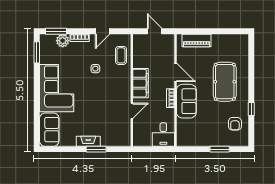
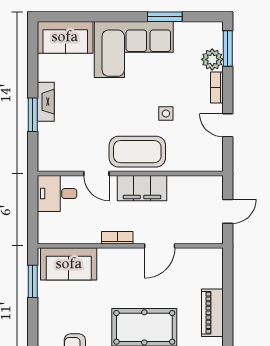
piano: (196, 41) -> (212, 313), moved
window: (37, 52) -> (165, 17), moved
coffee table: (121, 55) -> (137, 152), moved, width x1.86, depth x1.72
sofa: (186, 101) -> (69, 264), moved
desk: (163, 135) -> (57, 194), moved
window: (220, 149) -> (33, 281), moved

